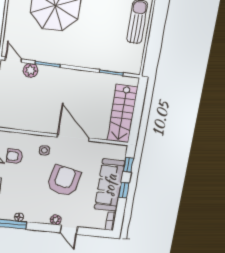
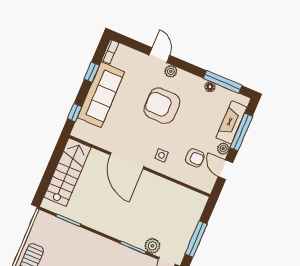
armchair: (64, 181) -> (162, 106), moved, turned 78
window: (124, 190) -> (92, 72), moved

